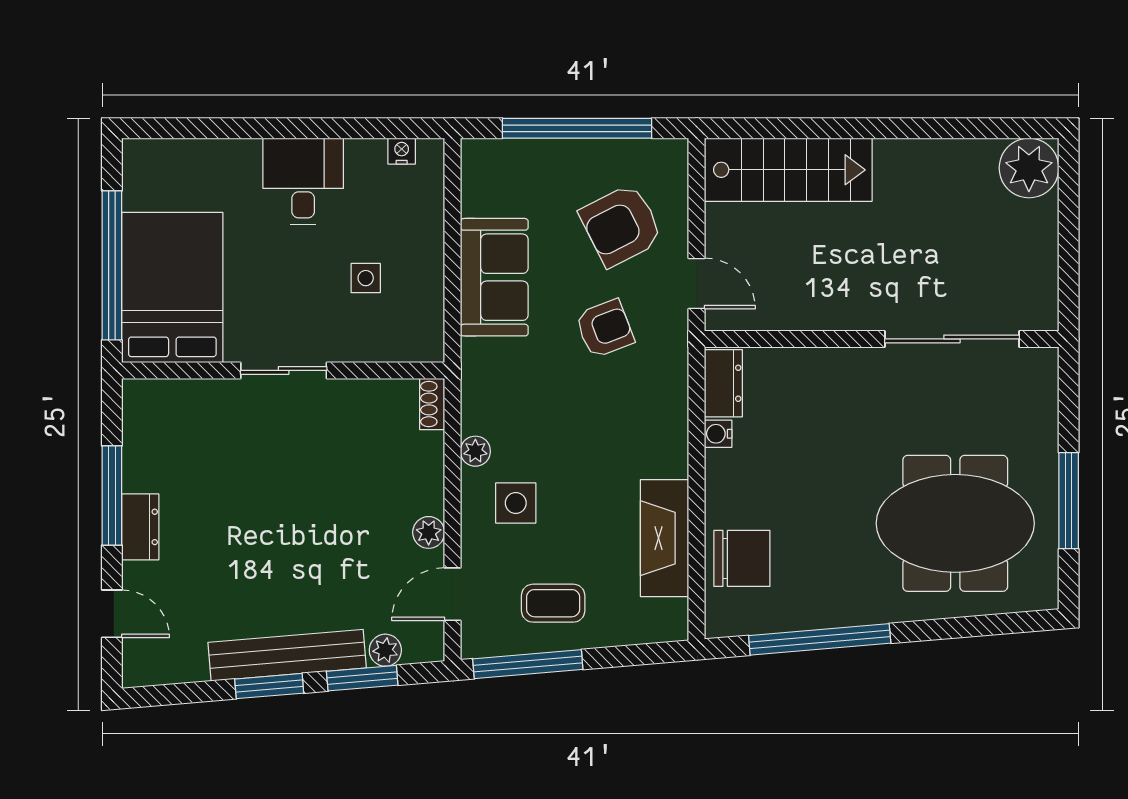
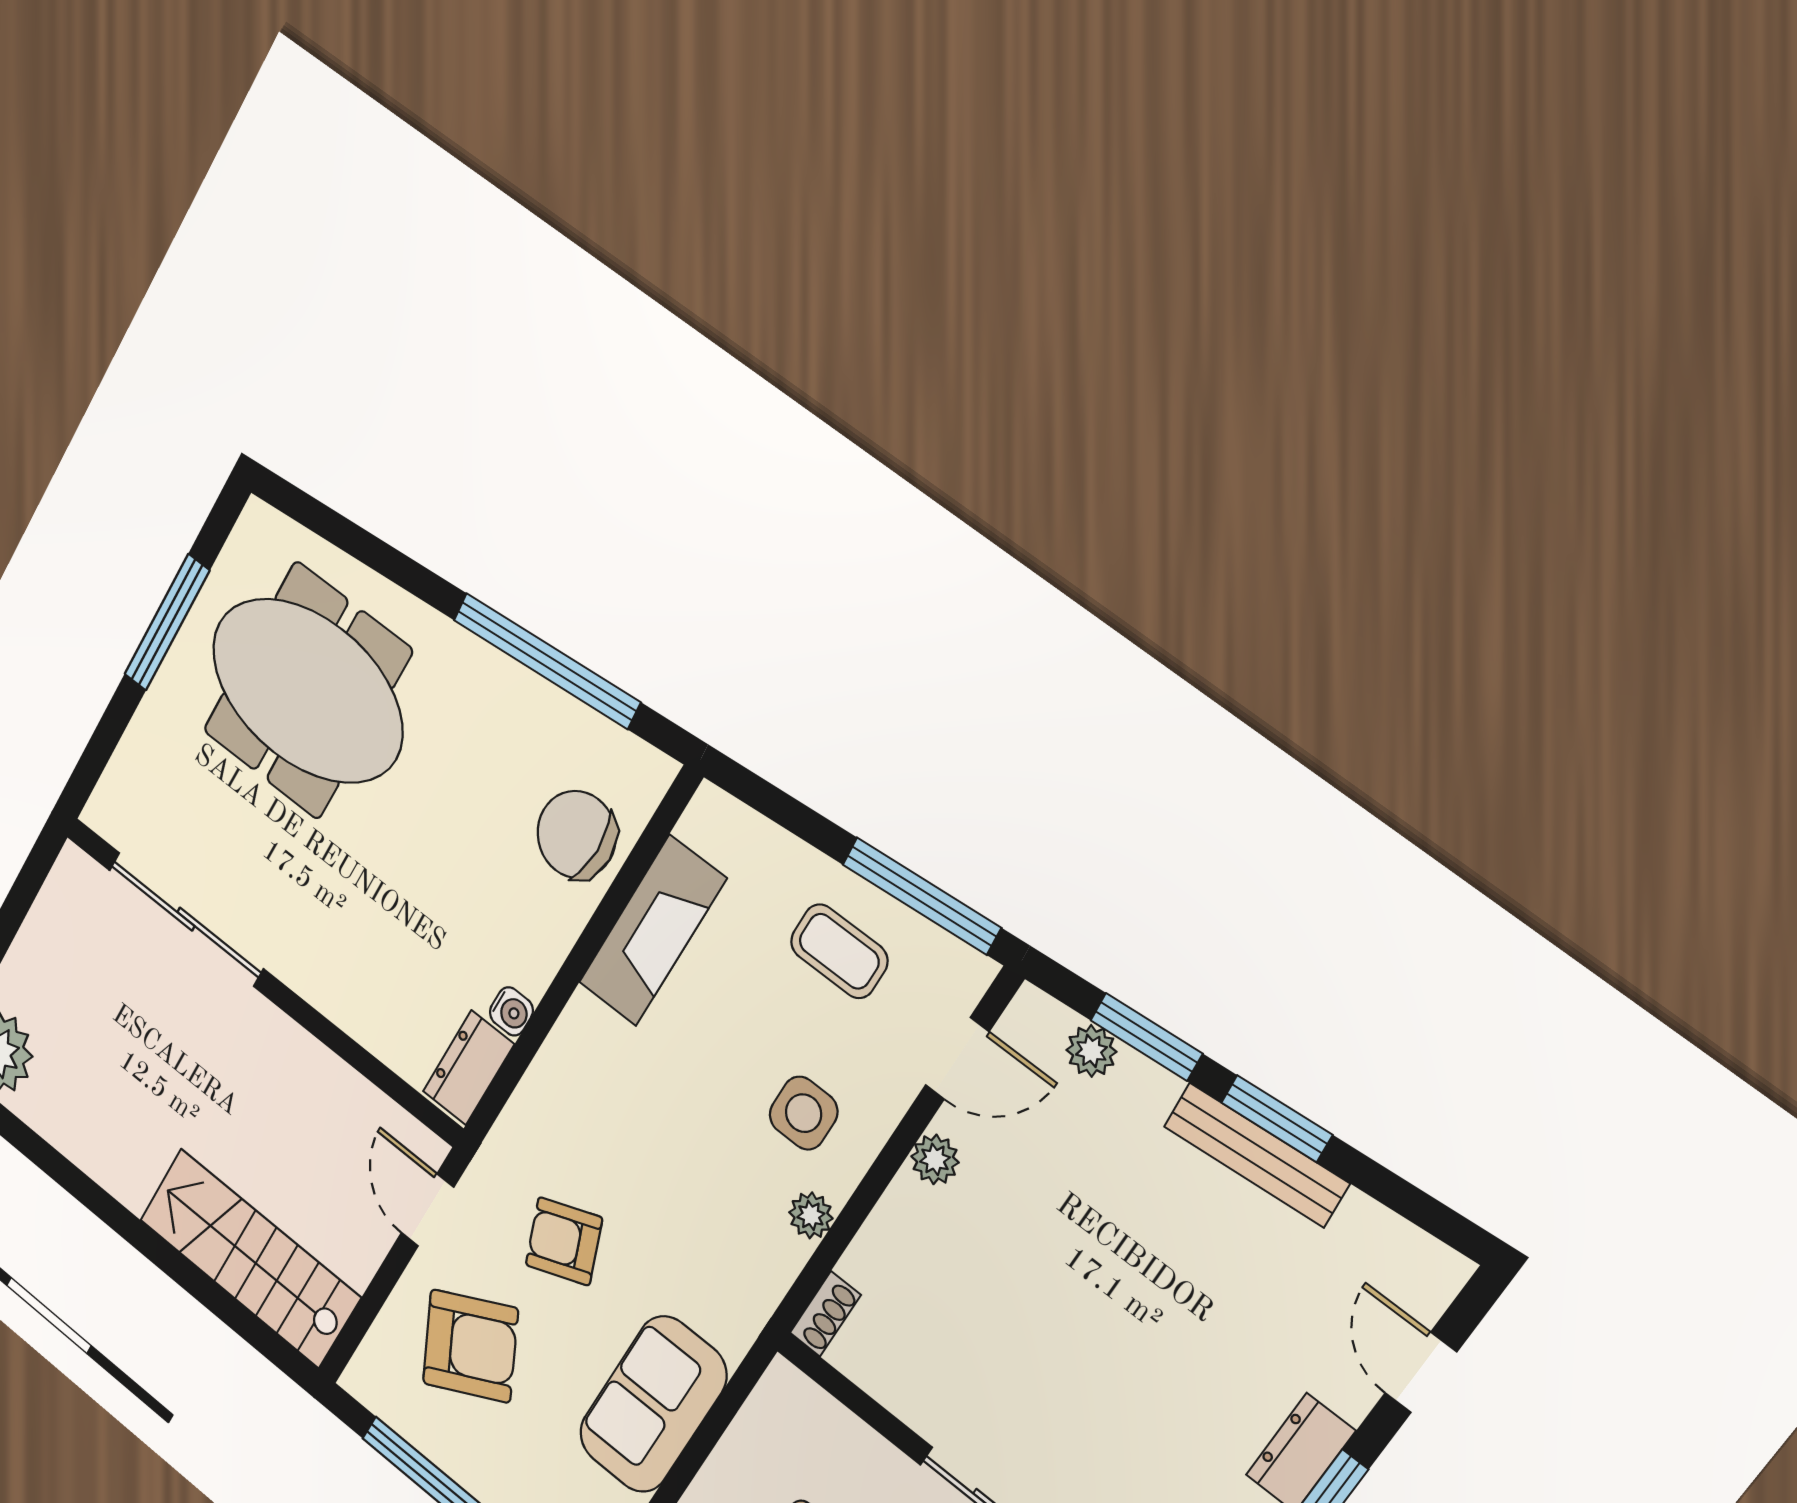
bench: (287, 655) -> (1256, 1155), width x0.73, depth x0.82

